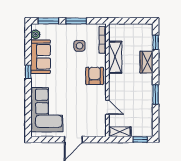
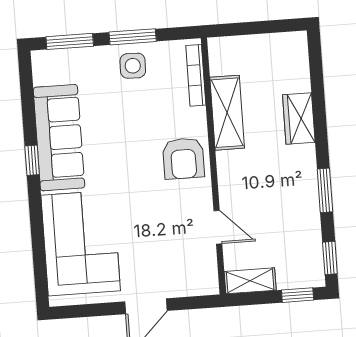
plant: (36, 34) -> (43, 74), removed
window: (156, 42) -> (330, 258), moved
side table: (79, 46) -> (133, 66), moved
sofa: (41, 57) -> (59, 138), width x1.36
armchair: (95, 76) -> (183, 158), turned 180

